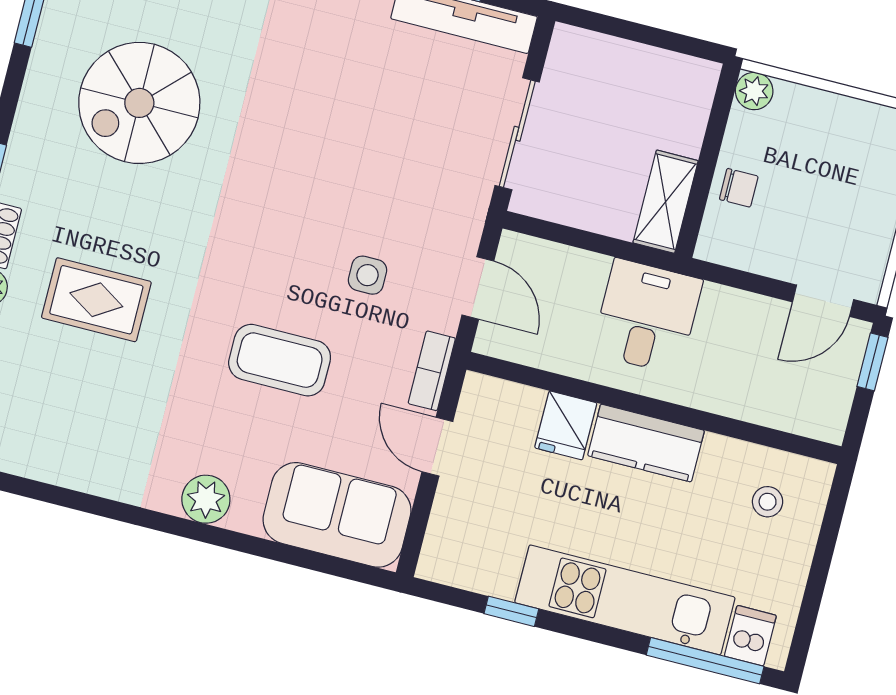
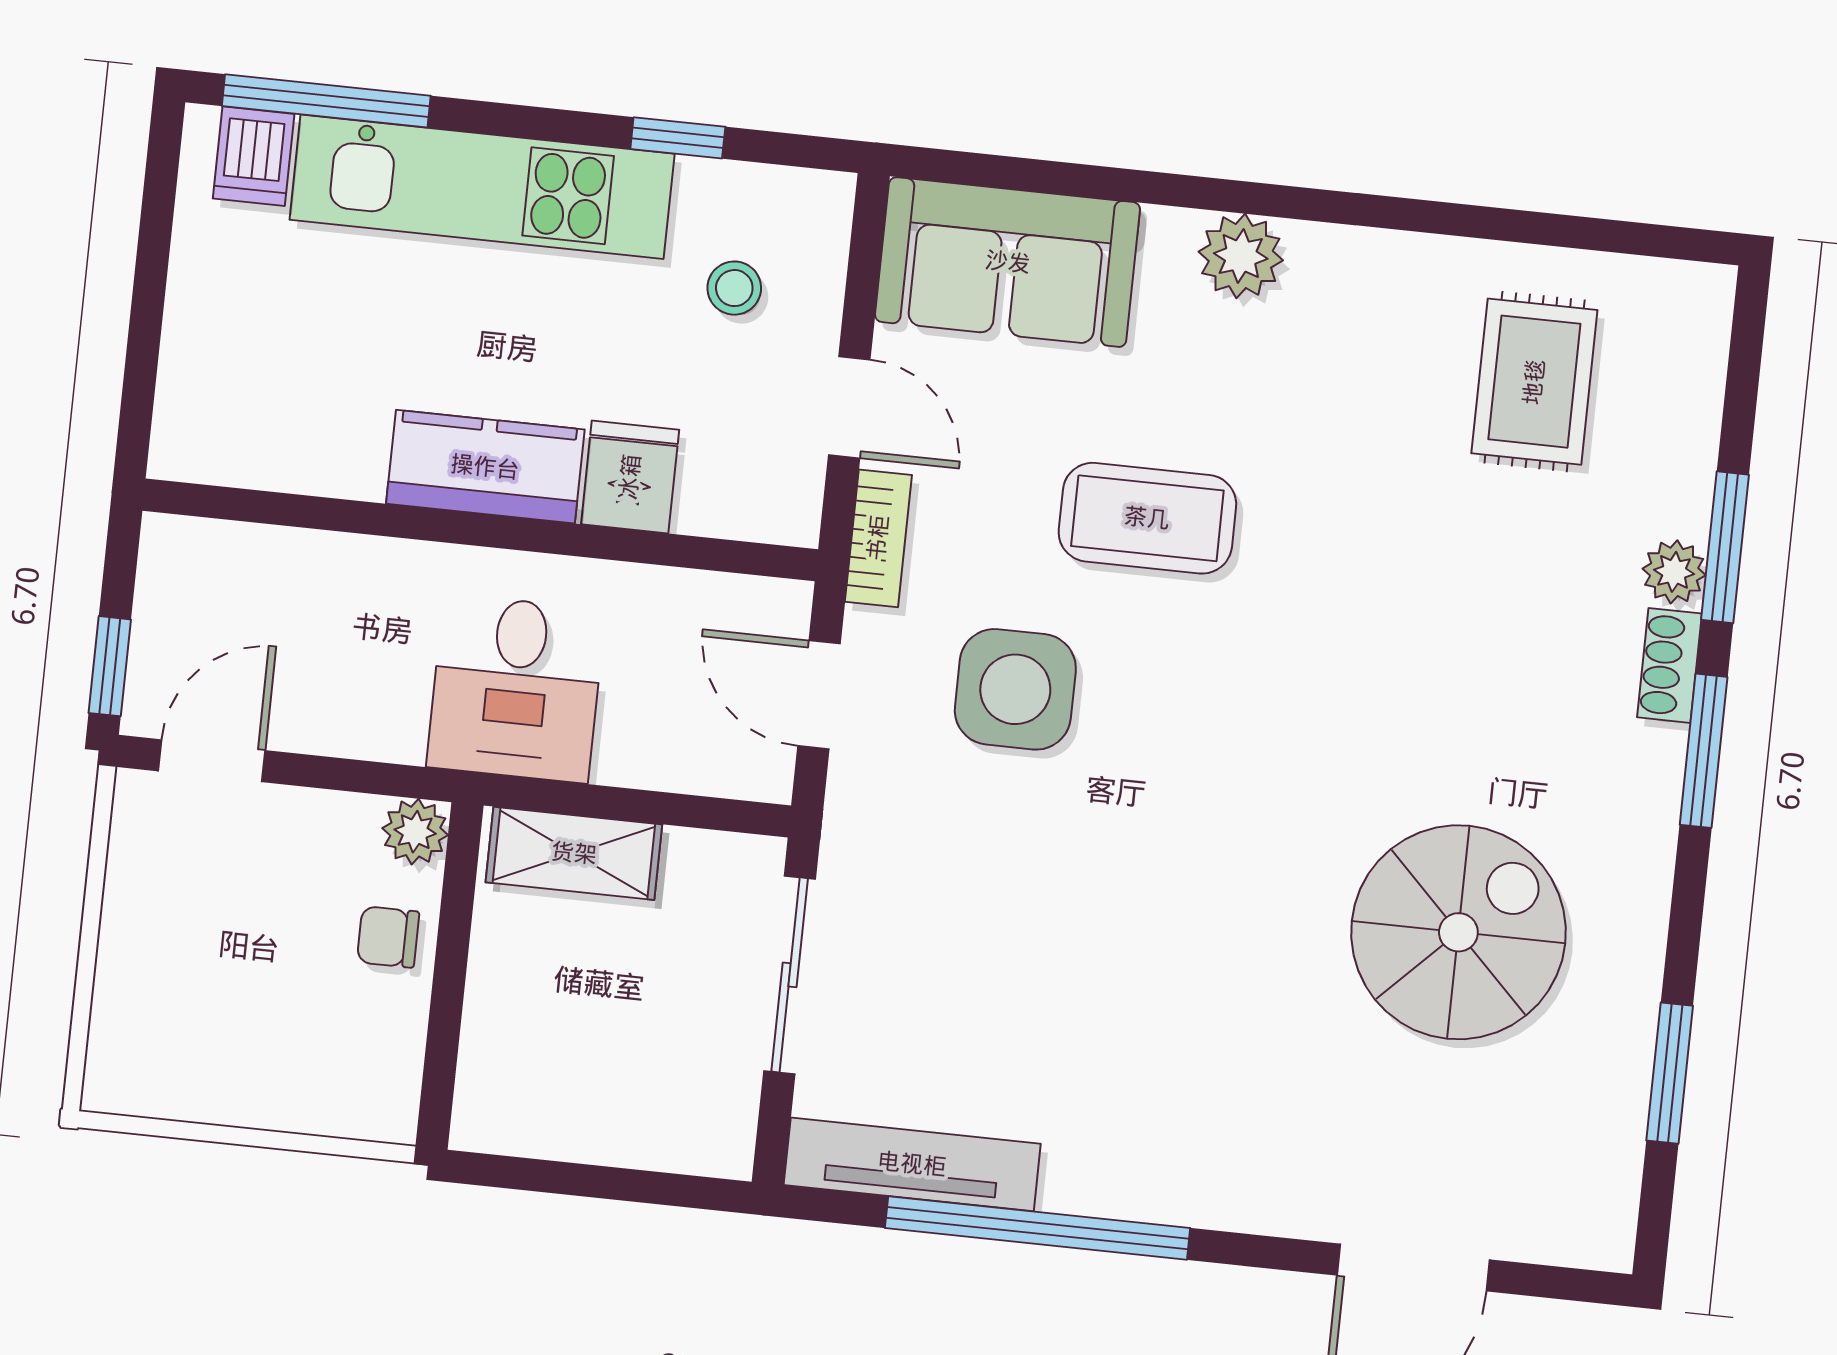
plant: (754, 91) -> (415, 832), moved
shelving: (666, 202) -> (574, 853), moved, turned 90
side table: (368, 275) -> (1015, 689), width x1.87, depth x1.87
rug: (96, 300) -> (1534, 382), moved, turned 90
stool: (768, 502) -> (734, 288), moved

